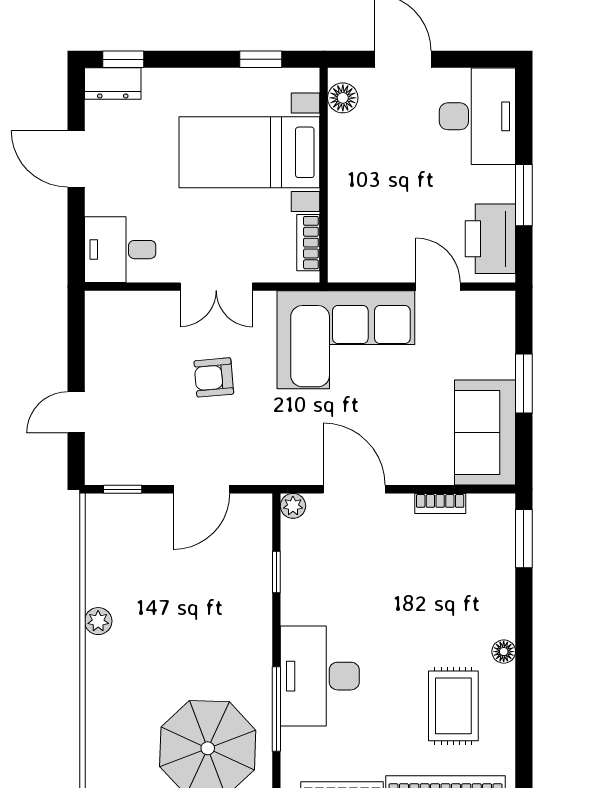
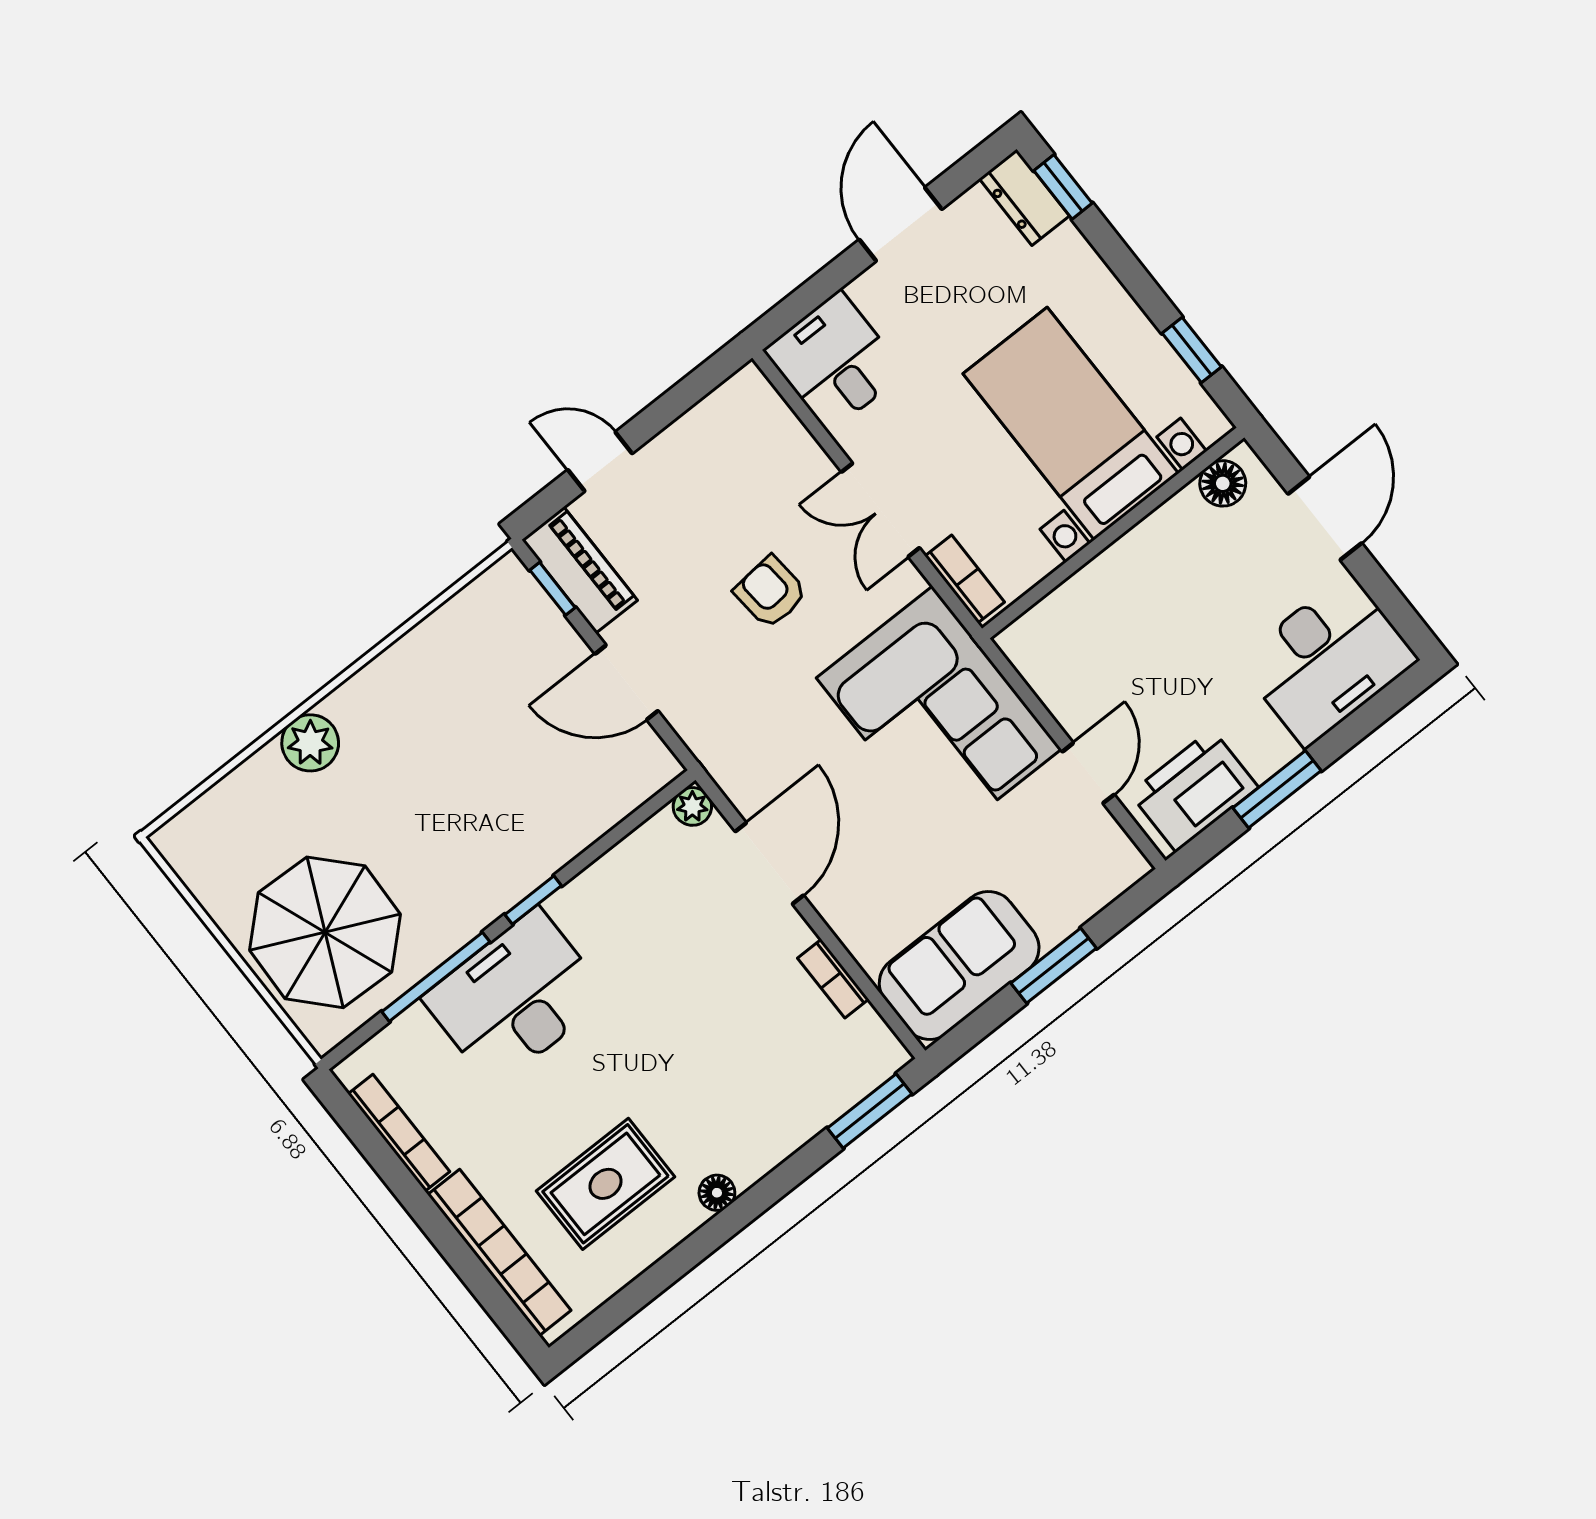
bookcase: (308, 243) -> (965, 579), moved, turned 90
piano: (124, 467) -> (580, 570), added
window: (276, 572) -> (533, 900), moved
plant: (98, 621) -> (310, 743), moved, width x1.38, depth x1.38

